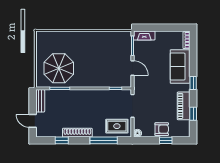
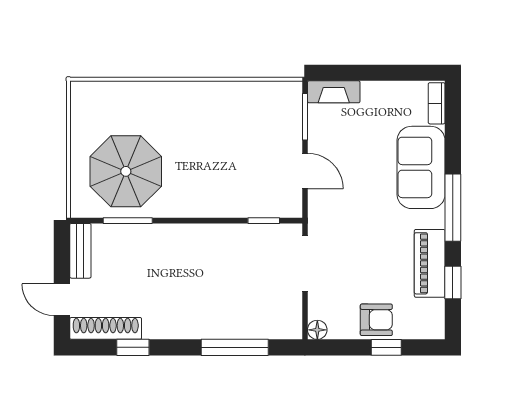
window: (193, 83) -> (453, 208), width x2.17
rug: (117, 126) -> (267, 312), removed
shoe rack: (77, 133) -> (106, 328), moved

